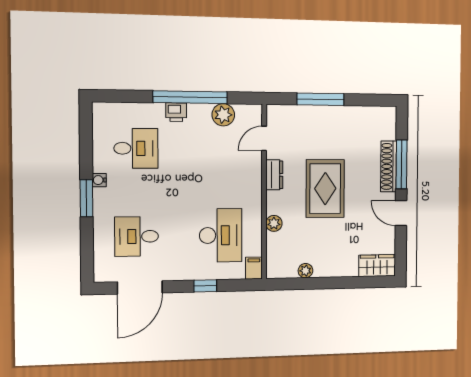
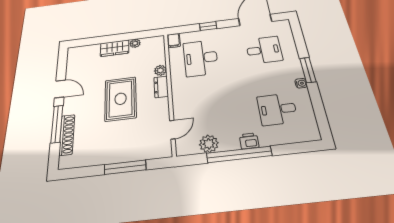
shoe rack: (388, 166) -> (67, 135), moved
dresser: (274, 175) -> (161, 87), moved
wardrobe: (377, 266) -> (115, 48), moved

